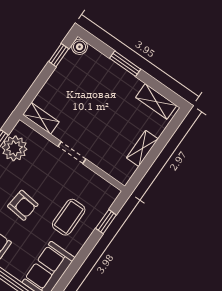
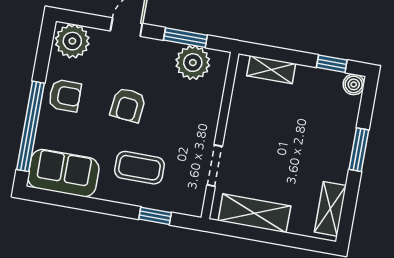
shelving: (41, 118) -> (271, 70), moved, turned 90
shelving: (142, 148) -> (254, 213), width x1.50, depth x1.33
doorway: (72, 153) -> (215, 166), moved

